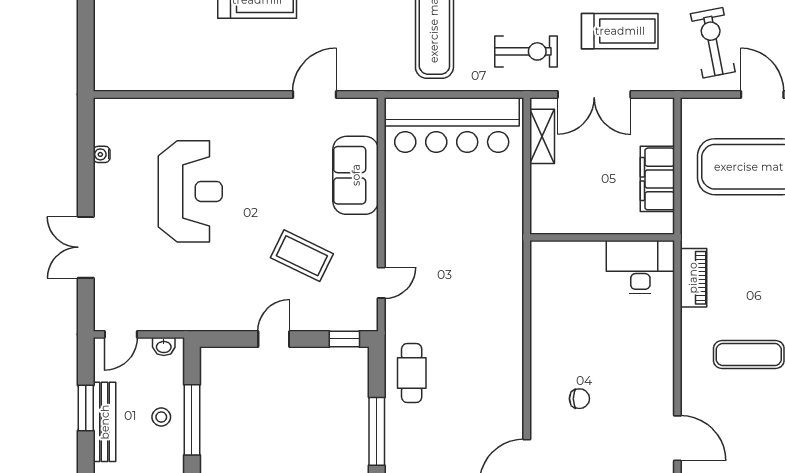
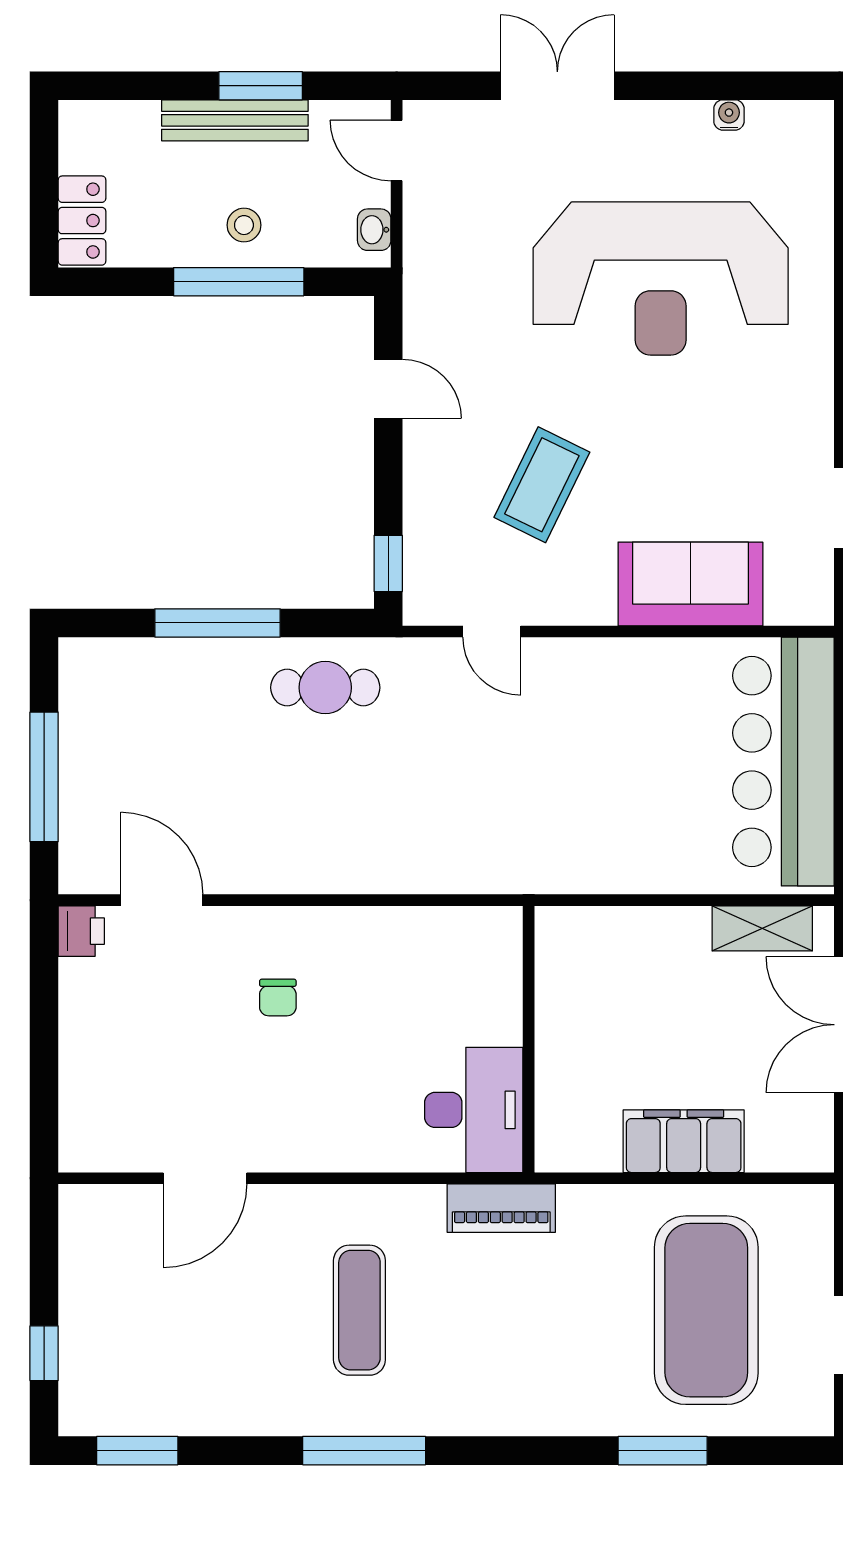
reception desk: (190, 191) -> (661, 279), width x1.36, depth x1.30
wall: (602, 237) -> (529, 1039), moved
desk: (640, 267) -> (474, 1110), moved
door: (274, 339) -> (388, 389), moved

